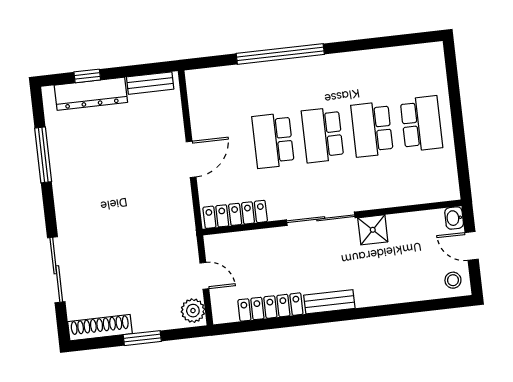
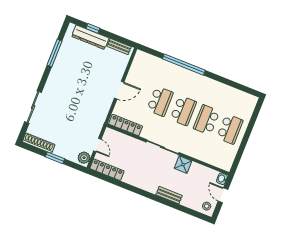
school desk: (323, 135) -> (183, 111), turned 180
school desk: (273, 141) -> (160, 101), turned 180
bench: (329, 302) -> (169, 195), moved
locker: (270, 307) -> (107, 170), moved

